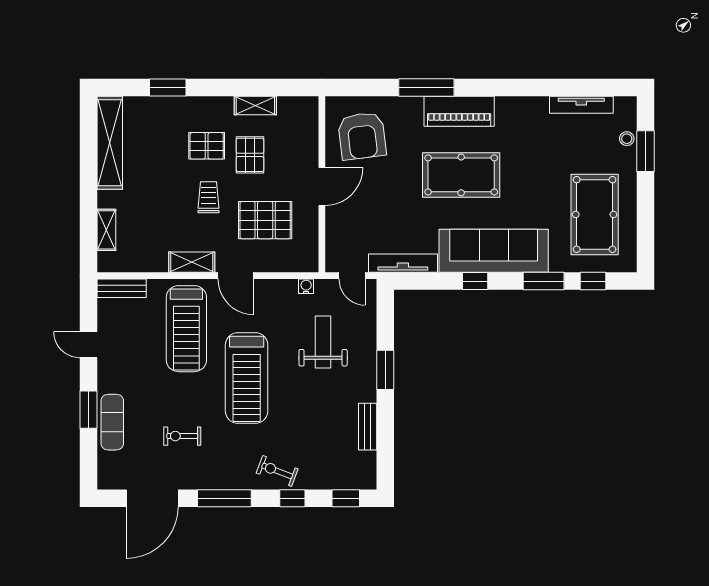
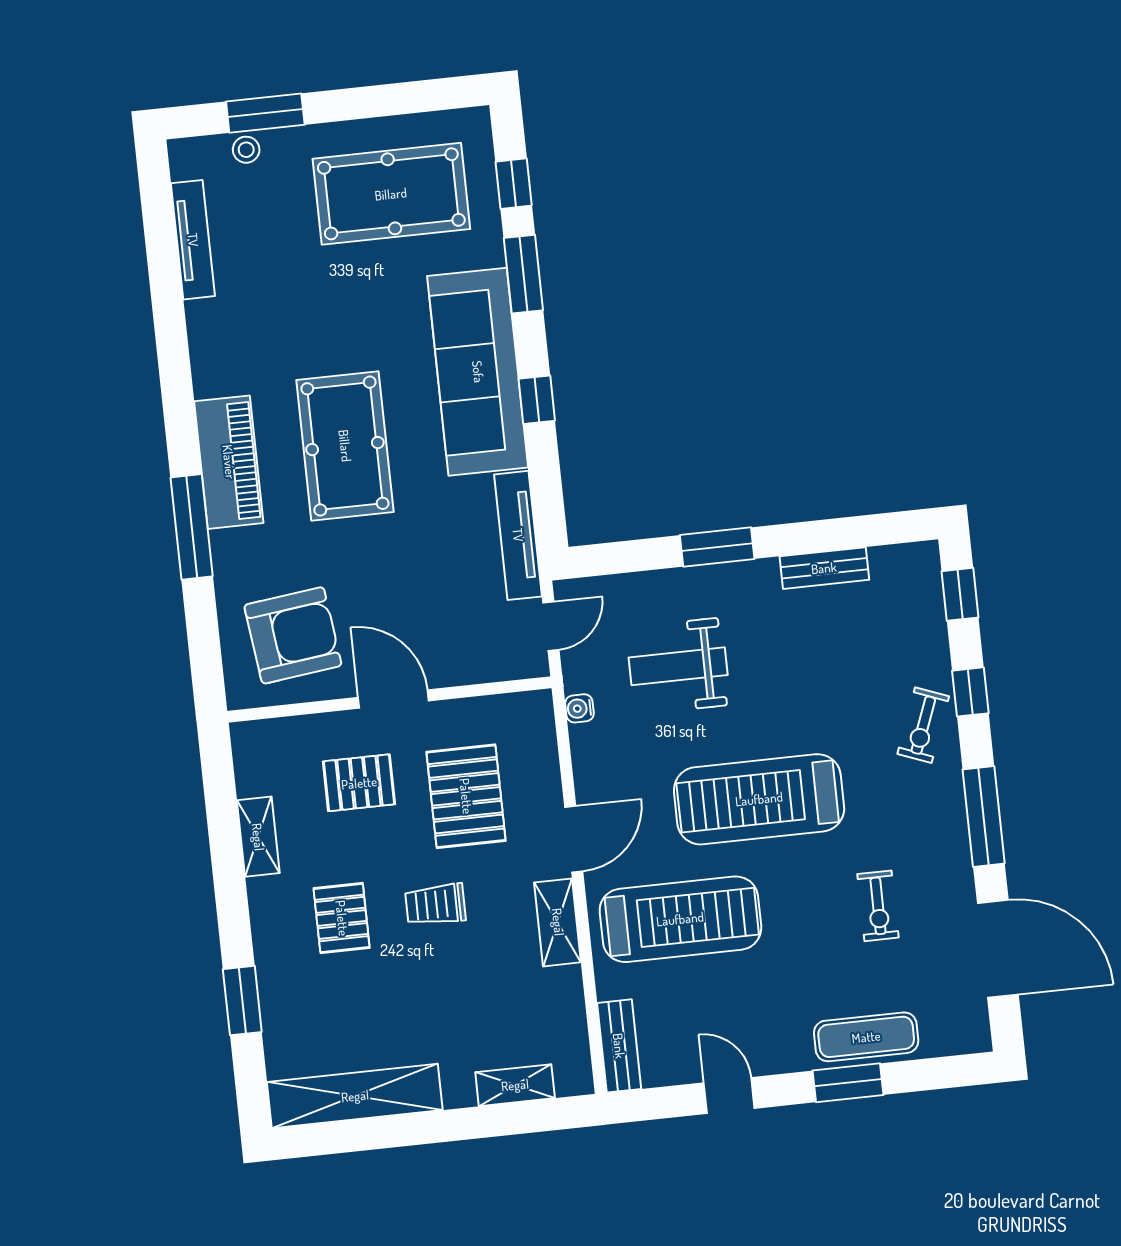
pallet: (250, 155) -> (359, 783), moved
door: (88, 345) -> (729, 1096), swing flipped
treadmill: (247, 378) -> (759, 799), turned 180

